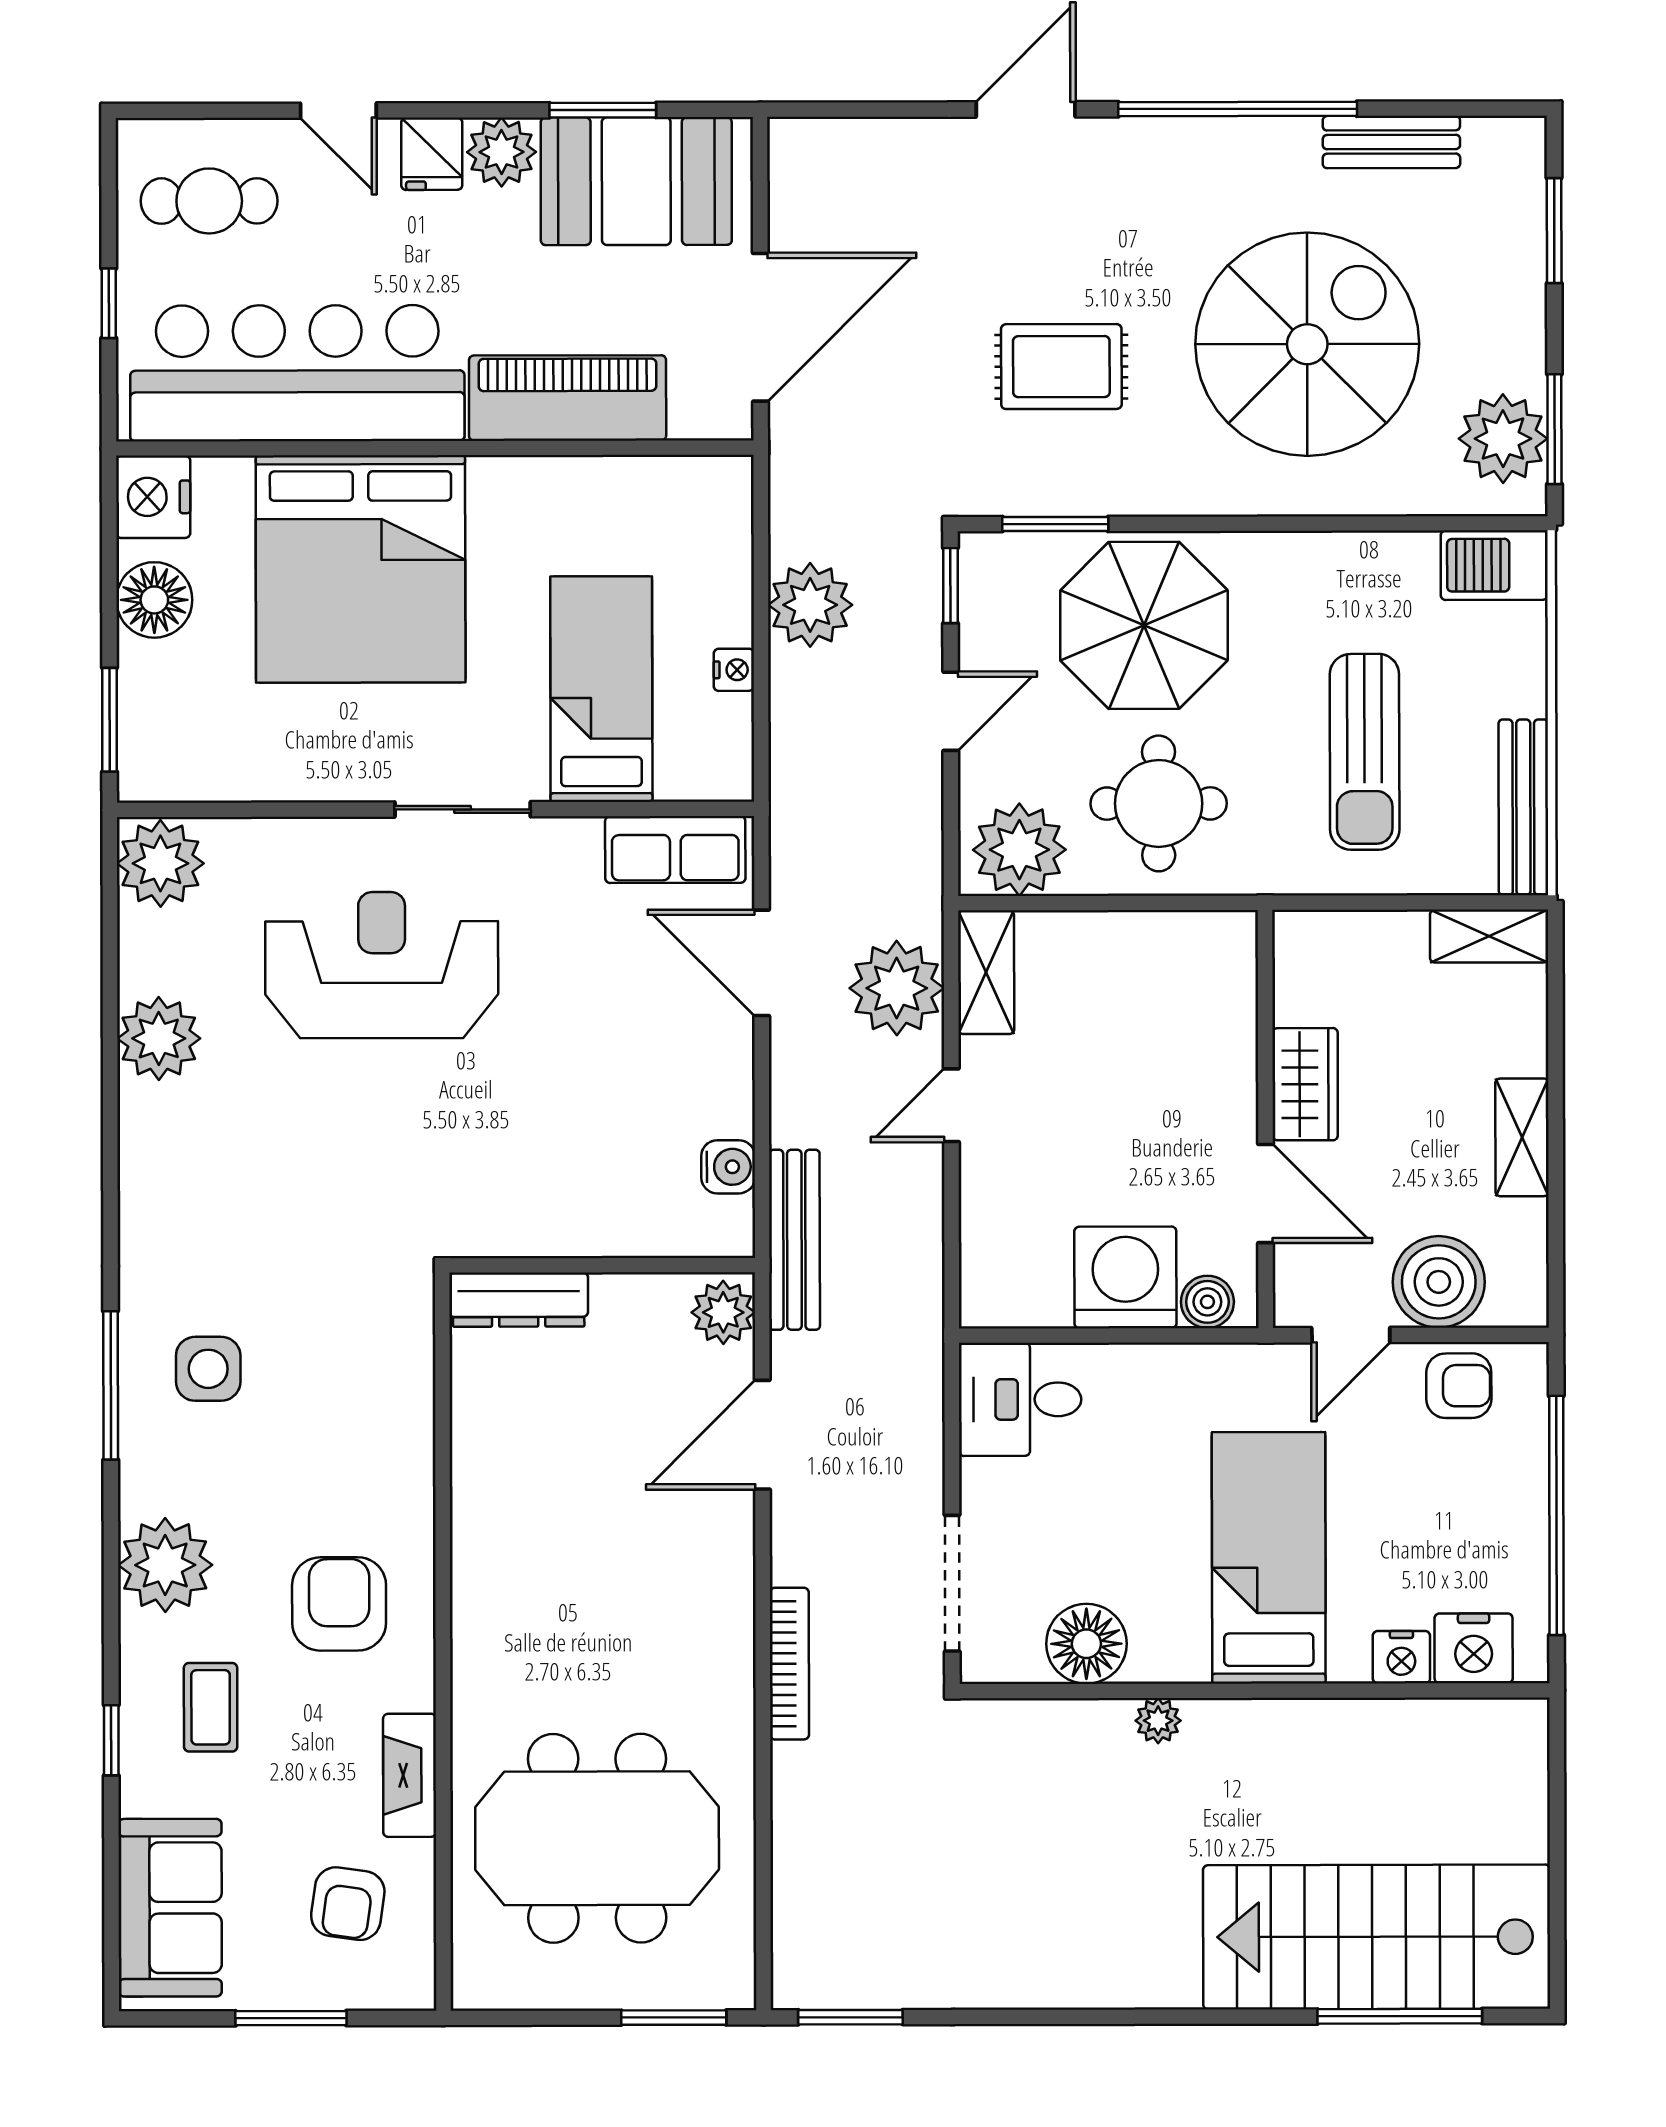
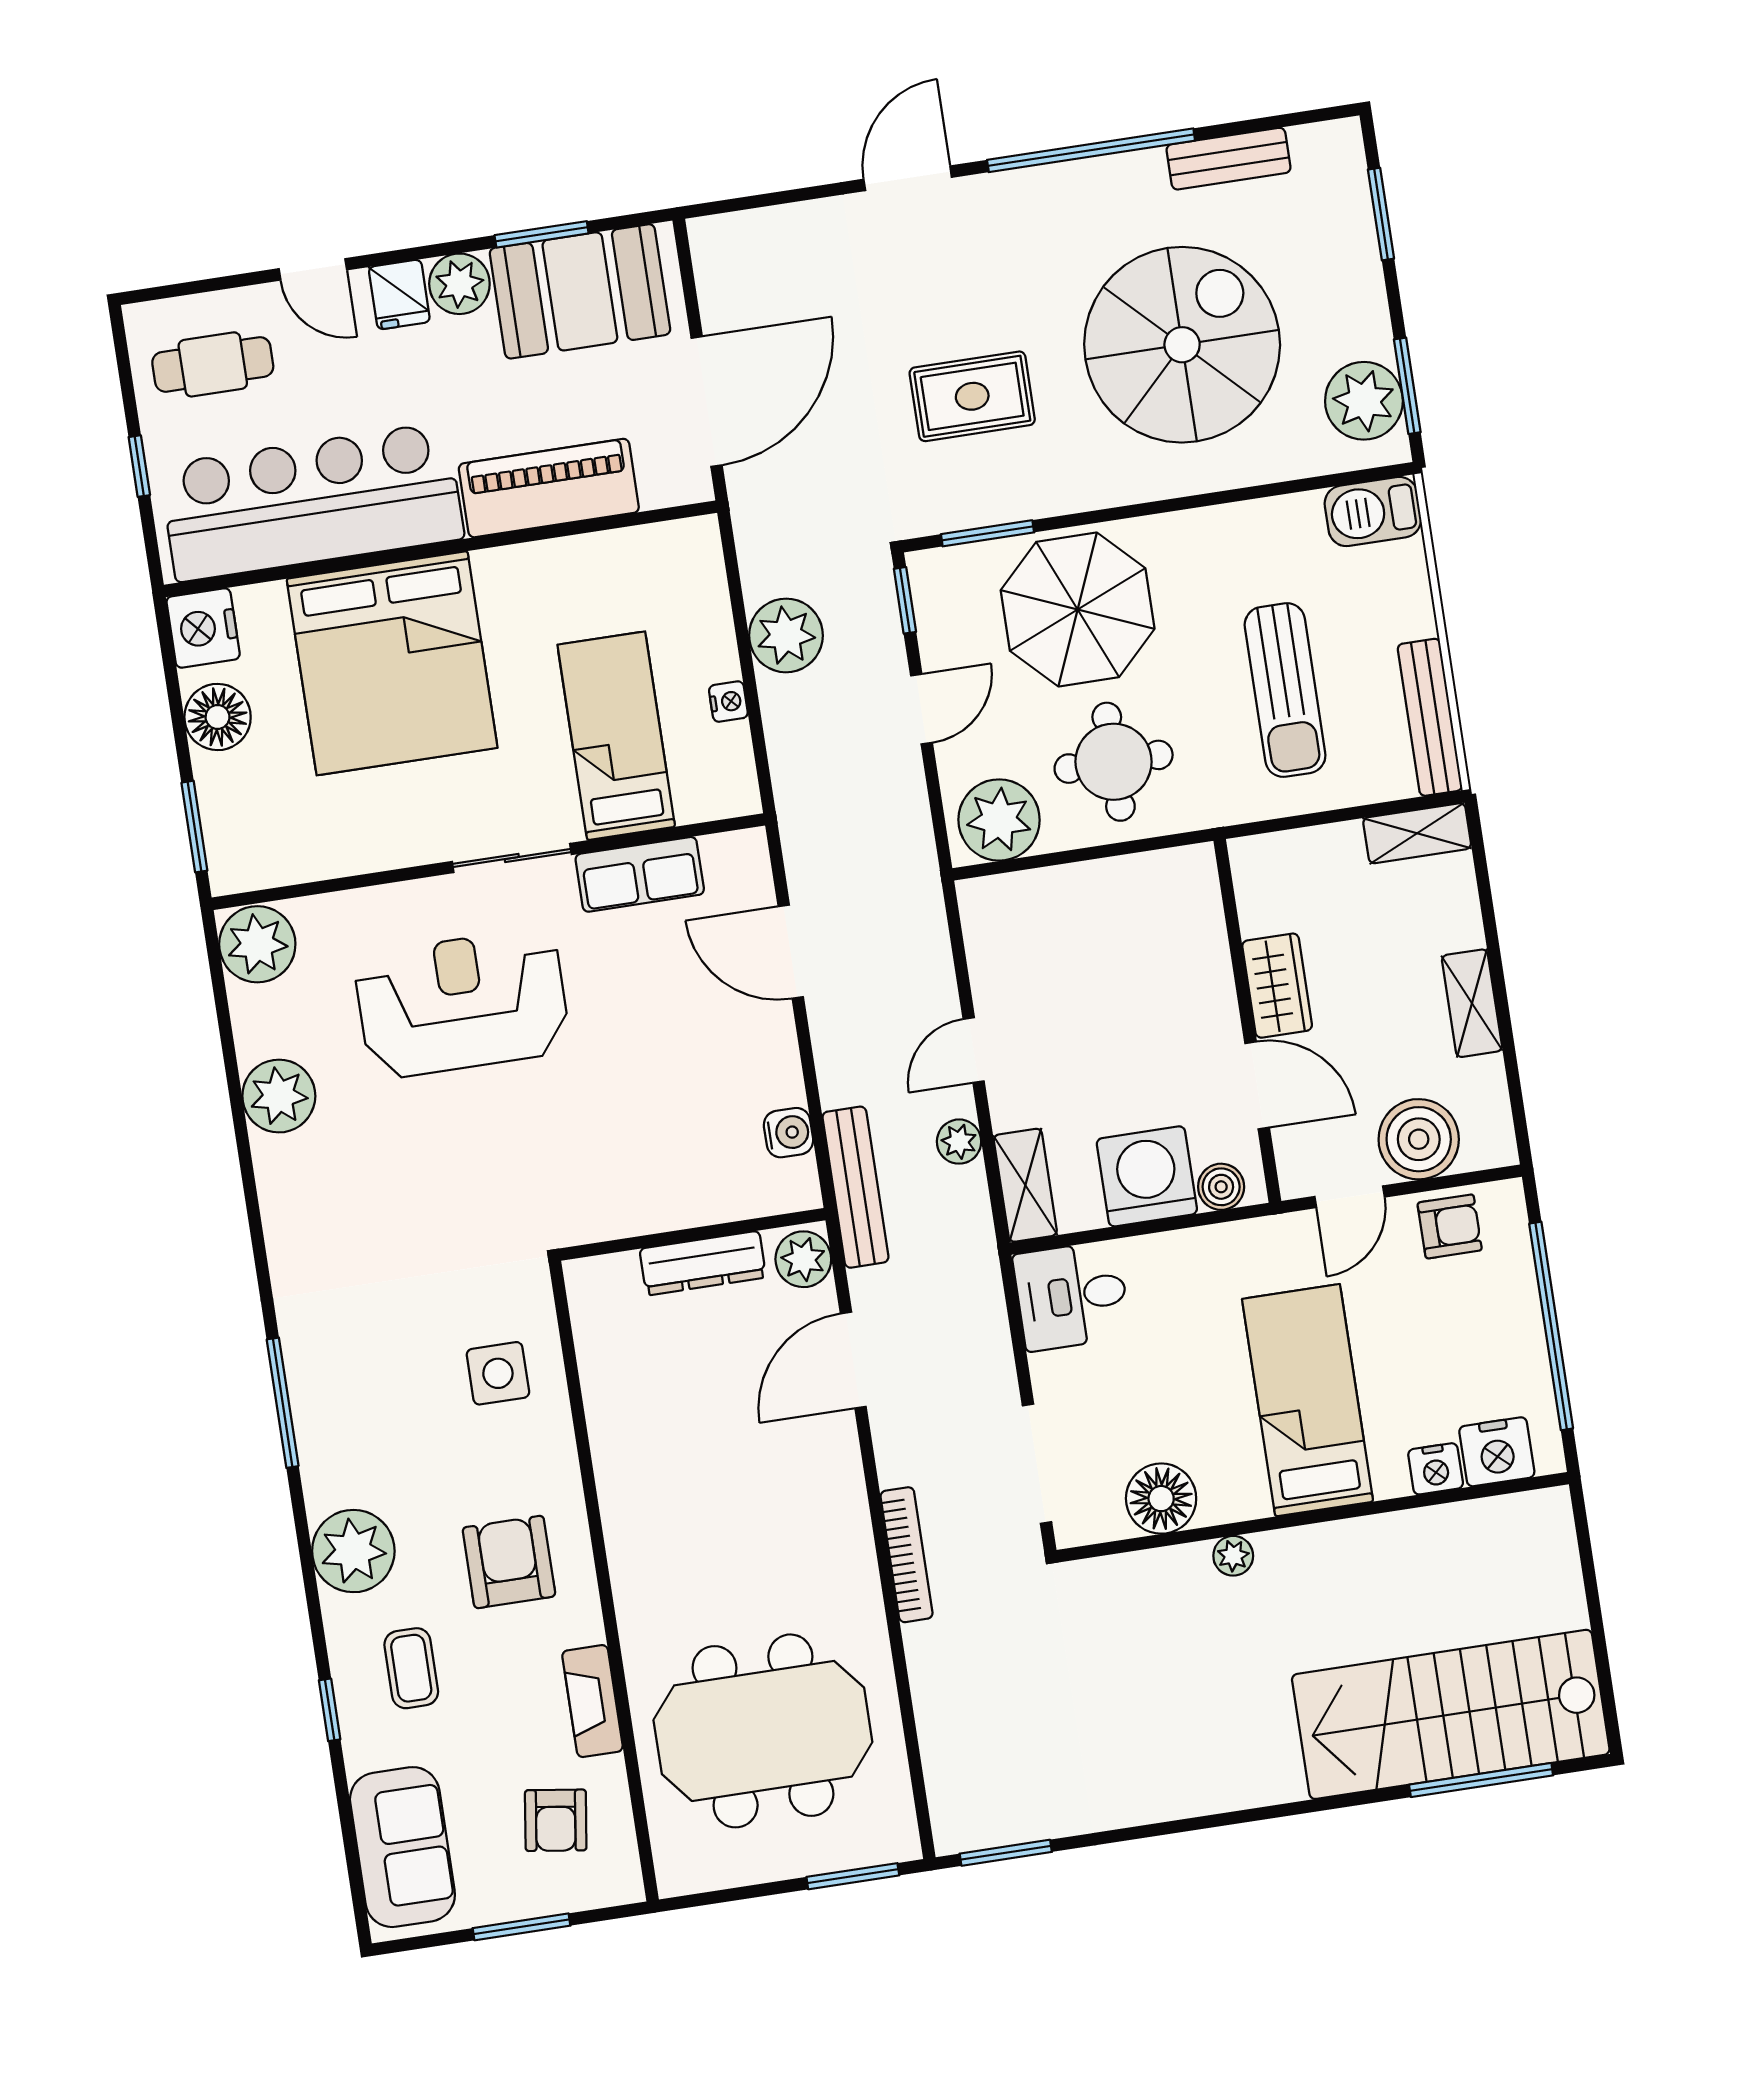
row of seats: (675, 850) -> (640, 874), moved
shelving: (986, 972) -> (1025, 1185), moved
plant: (897, 988) -> (959, 1142), moved, width x0.53, depth x0.53
dresser: (519, 1300) -> (703, 1263), moved
side table: (208, 1369) -> (498, 1373), moved

